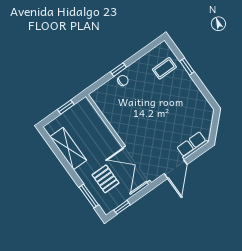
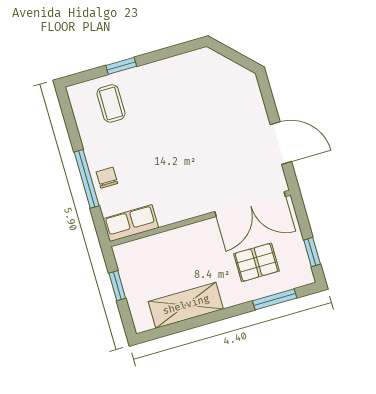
window: (118, 70) -> (87, 179), width x2.17
row of seats: (192, 145) -> (131, 223), moved, turned 90

